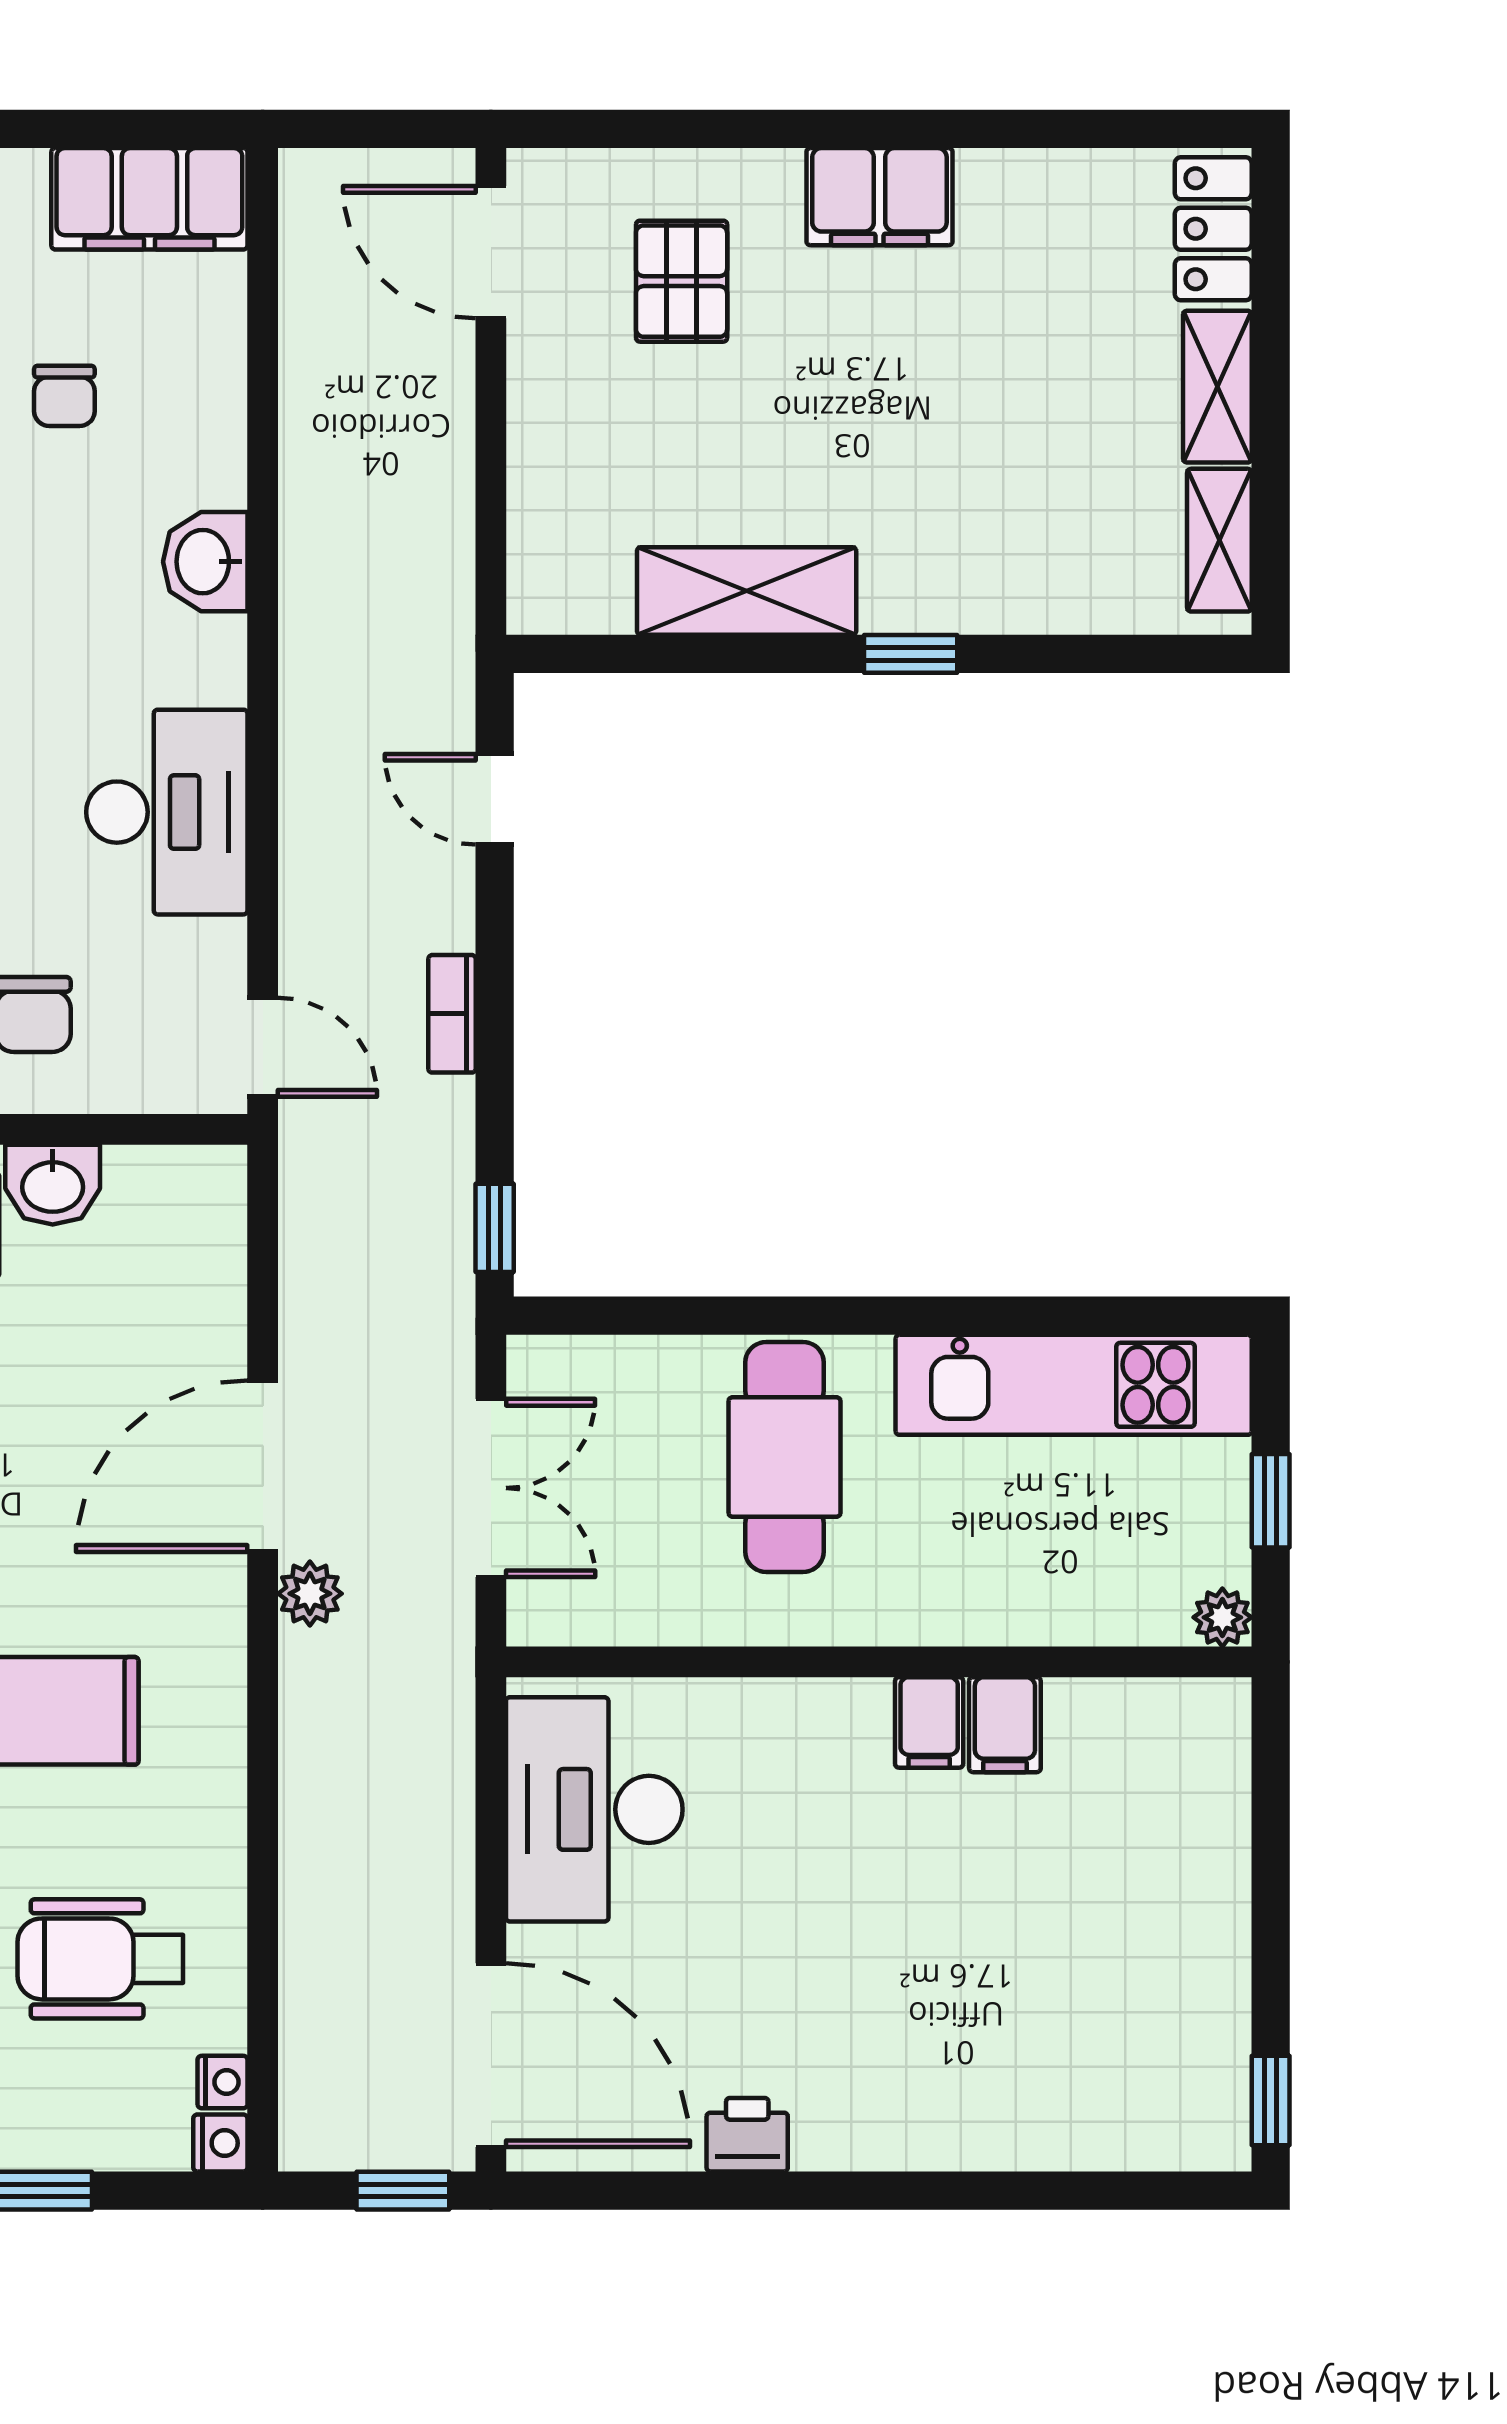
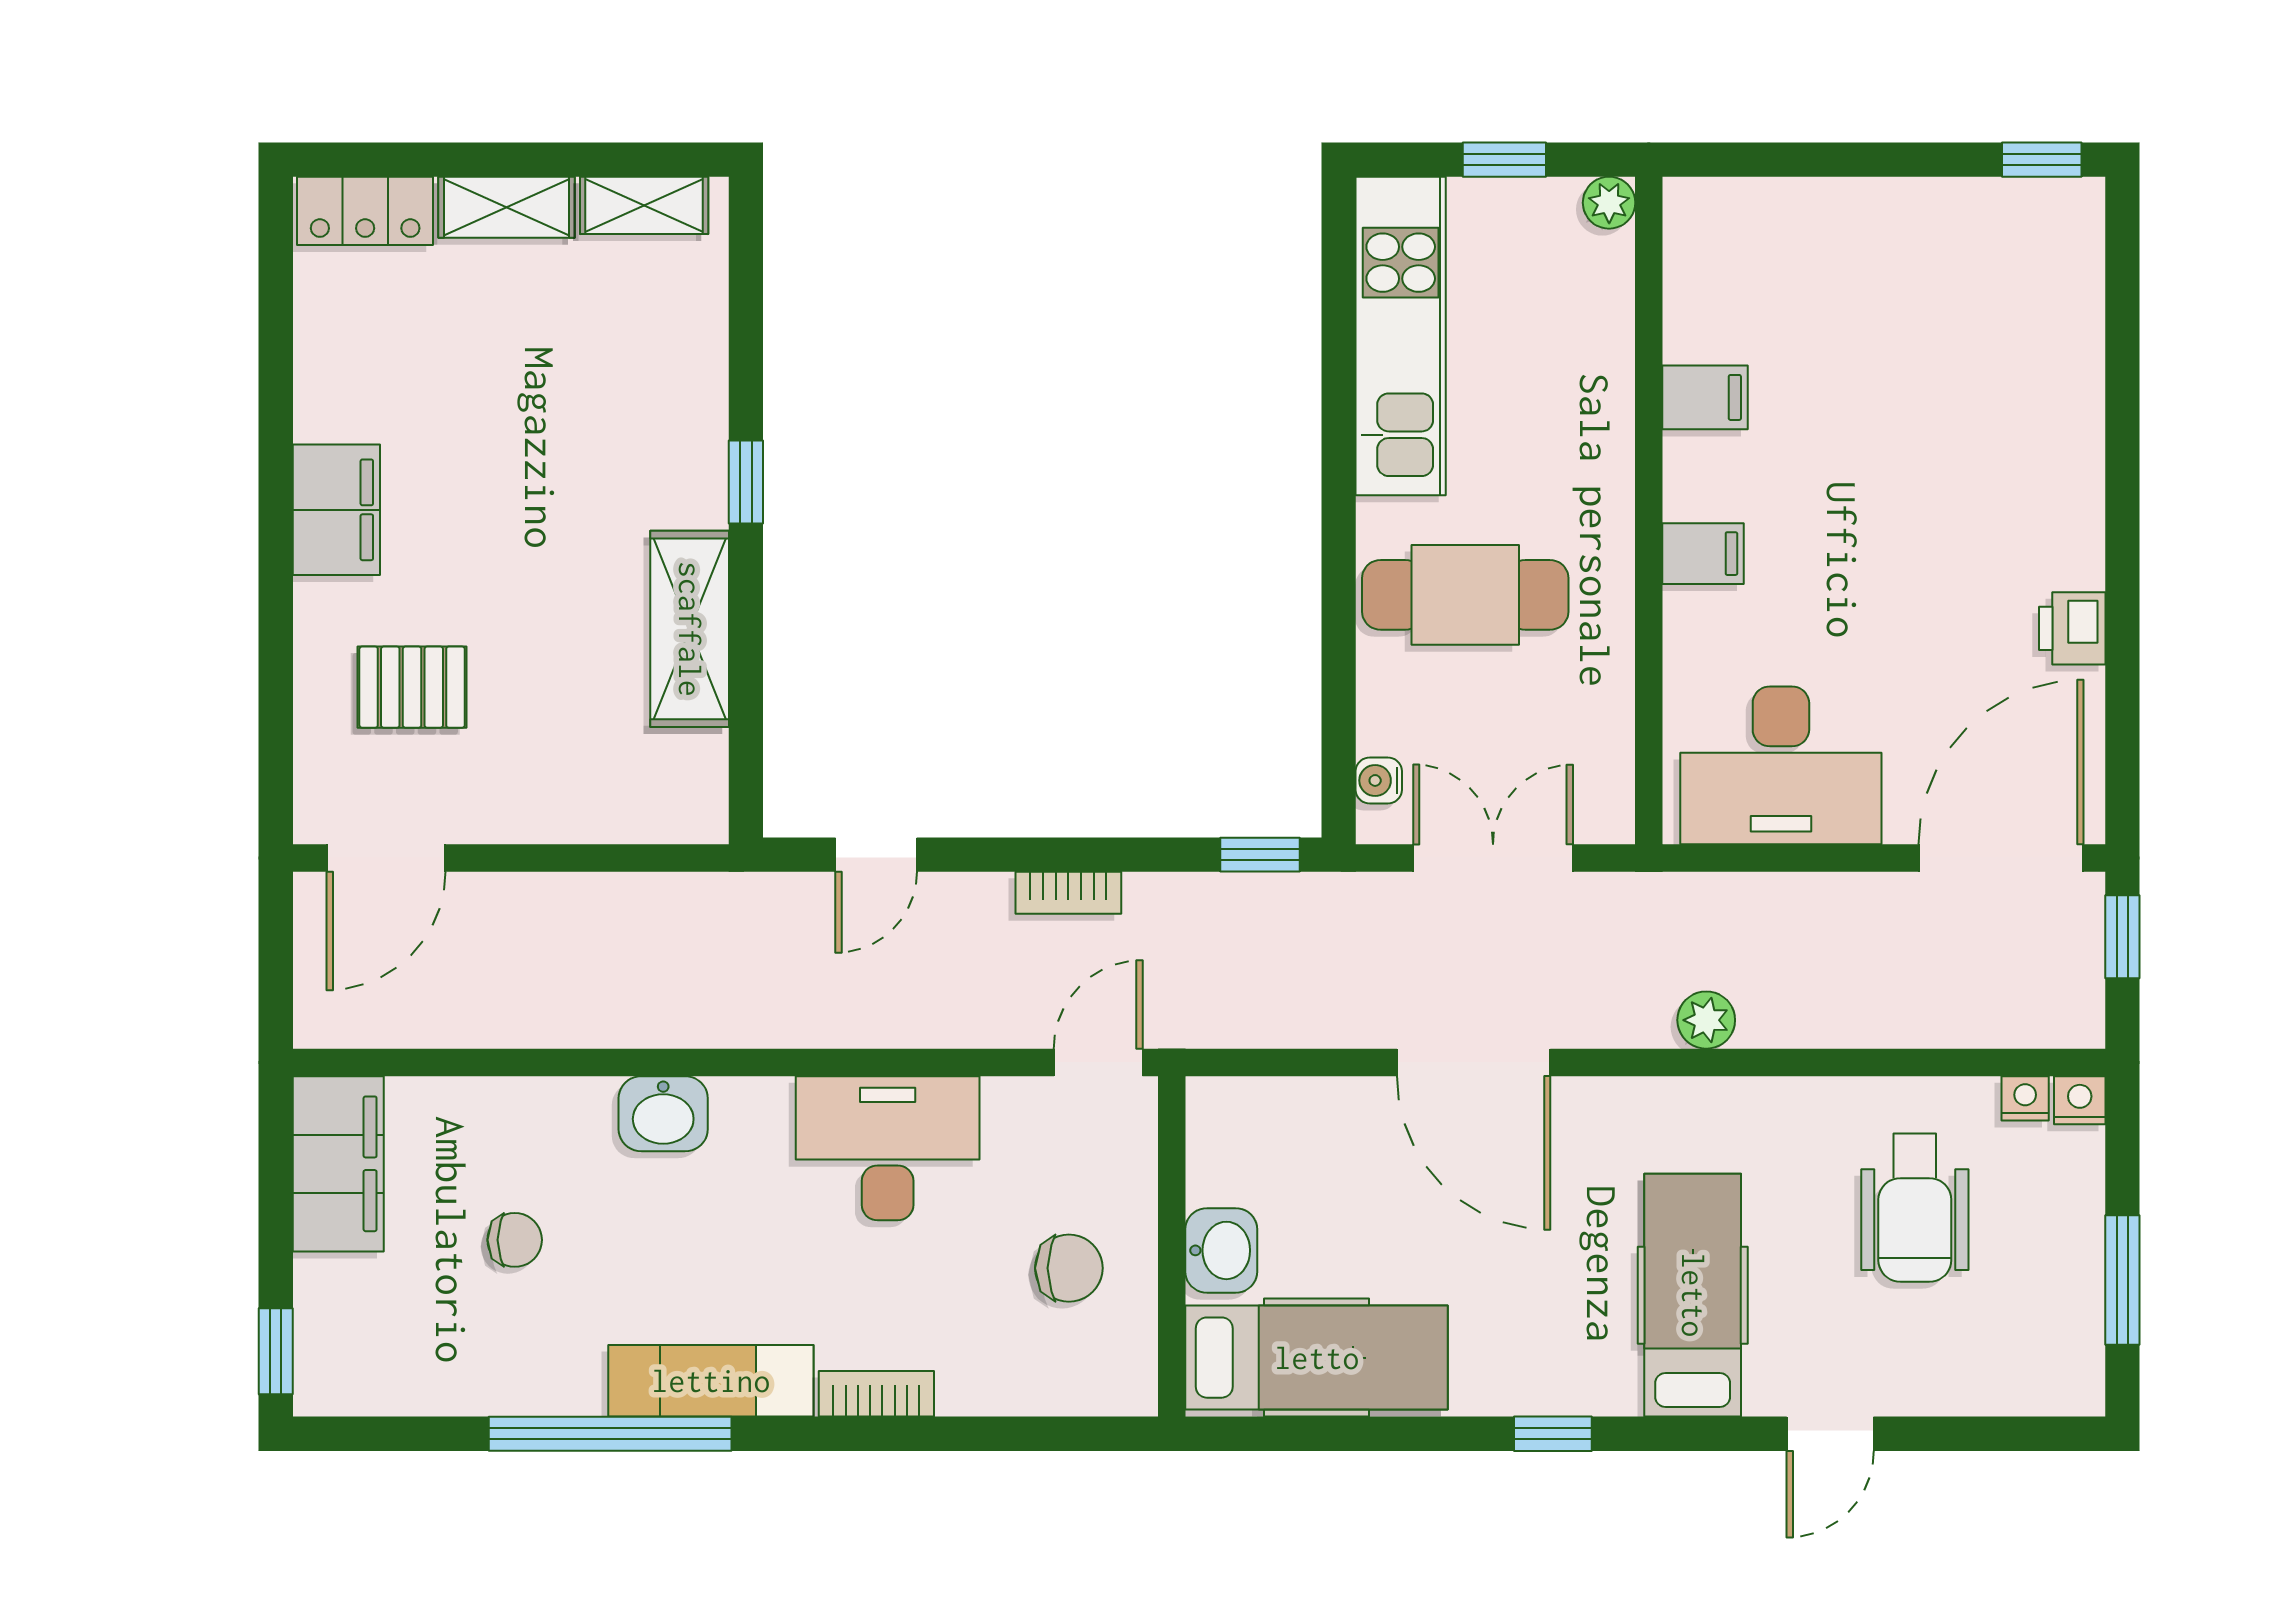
water cooler: (577, 1360) -> (1379, 780), added
plant: (310, 1594) -> (1706, 1020), moved
filing cabinet: (929, 1722) -> (1703, 554), moved

